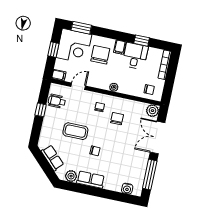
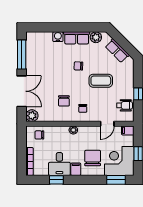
chair: (100, 55) -> (93, 158), turned 180
water cooler: (127, 189) -> (58, 37), moved

